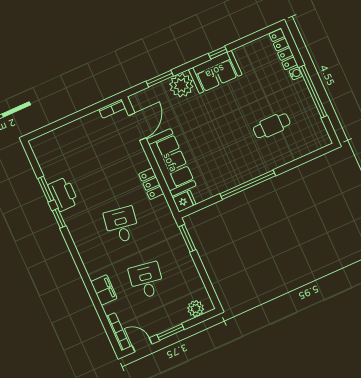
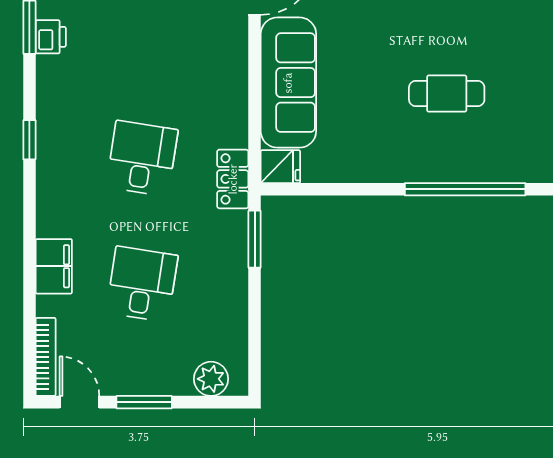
cafe table: (272, 126) -> (447, 94), moved
locker: (151, 184) -> (233, 179), moved
window: (248, 185) -> (465, 189), moved
printer: (63, 194) -> (51, 37), width x0.53, depth x0.68
window: (59, 218) -> (29, 140), moved

